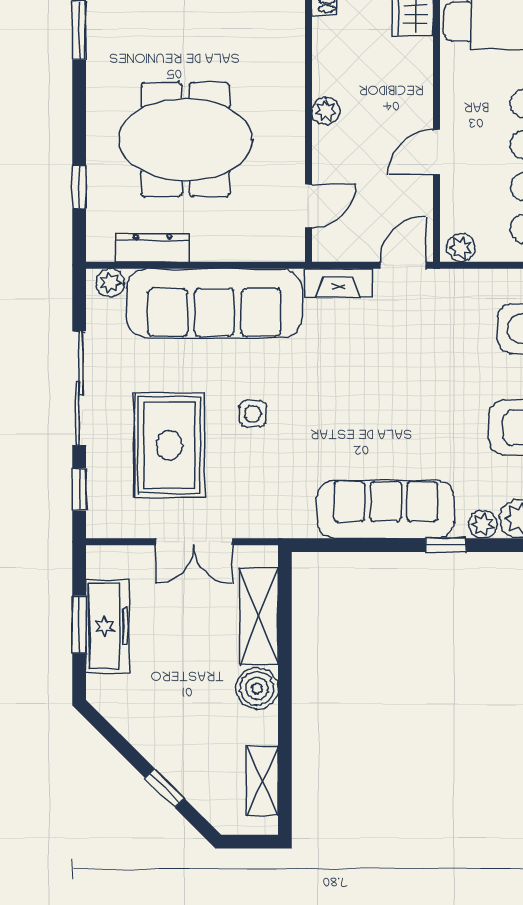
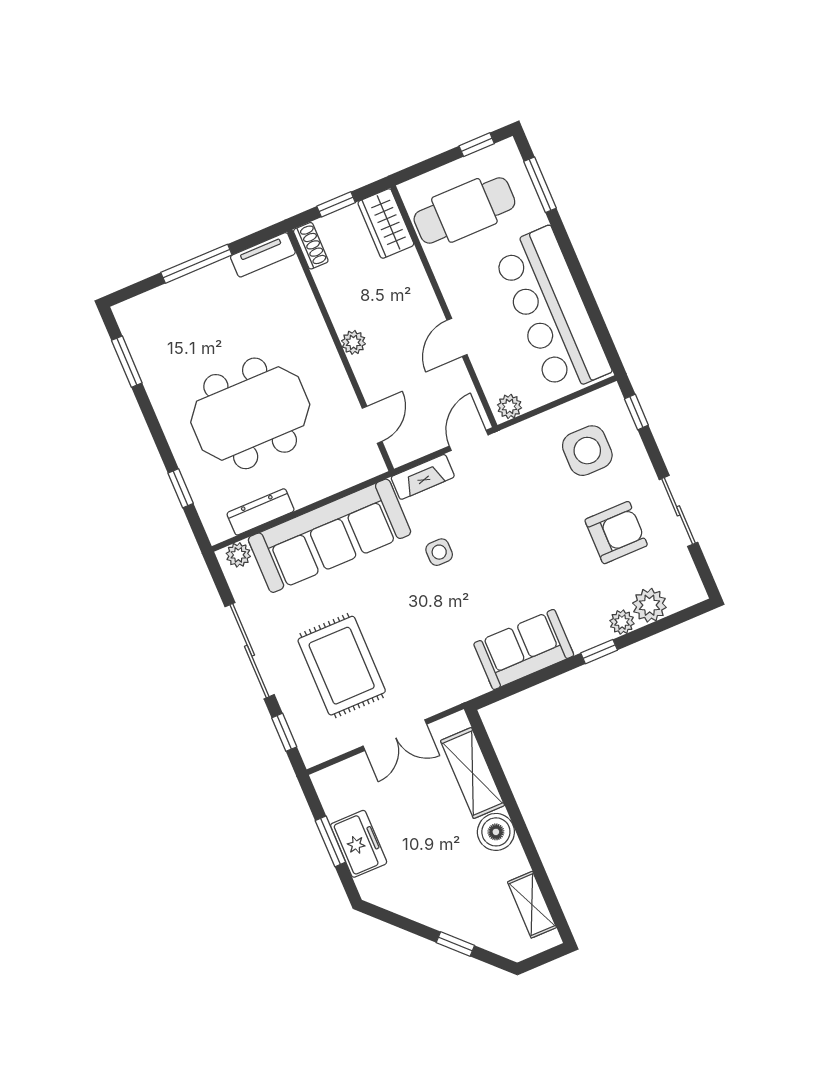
side table: (253, 414) -> (439, 552), moved
sofa: (386, 509) -> (524, 649), width x0.73
freezer: (108, 626) -> (359, 844), width x0.71

